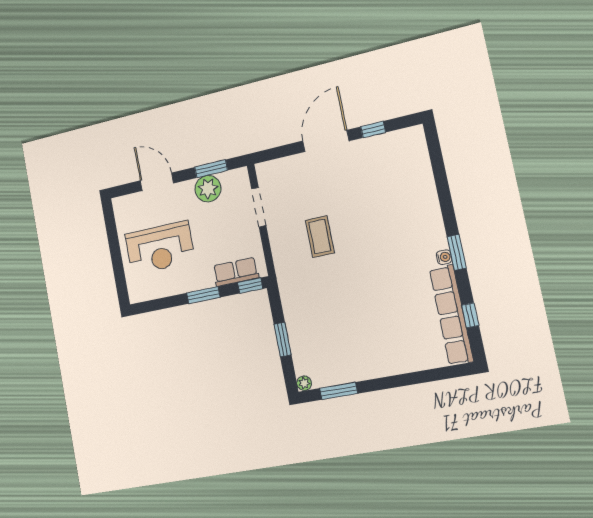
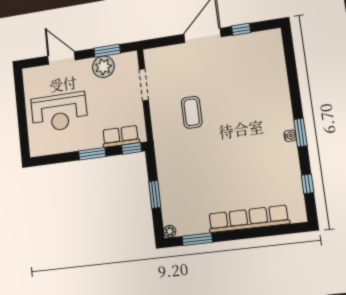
row of seats: (451, 315) -> (248, 219), moved, turned 90

